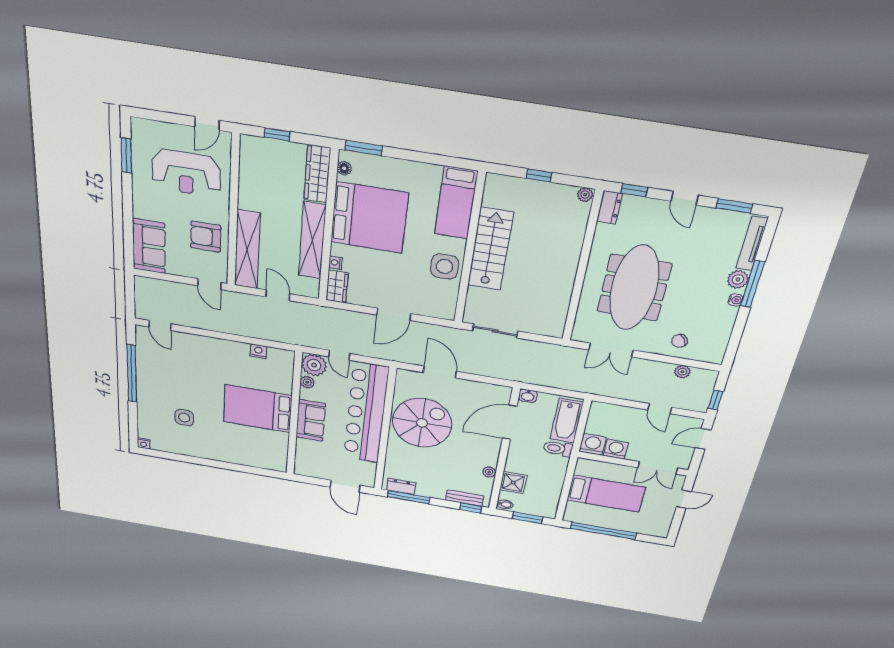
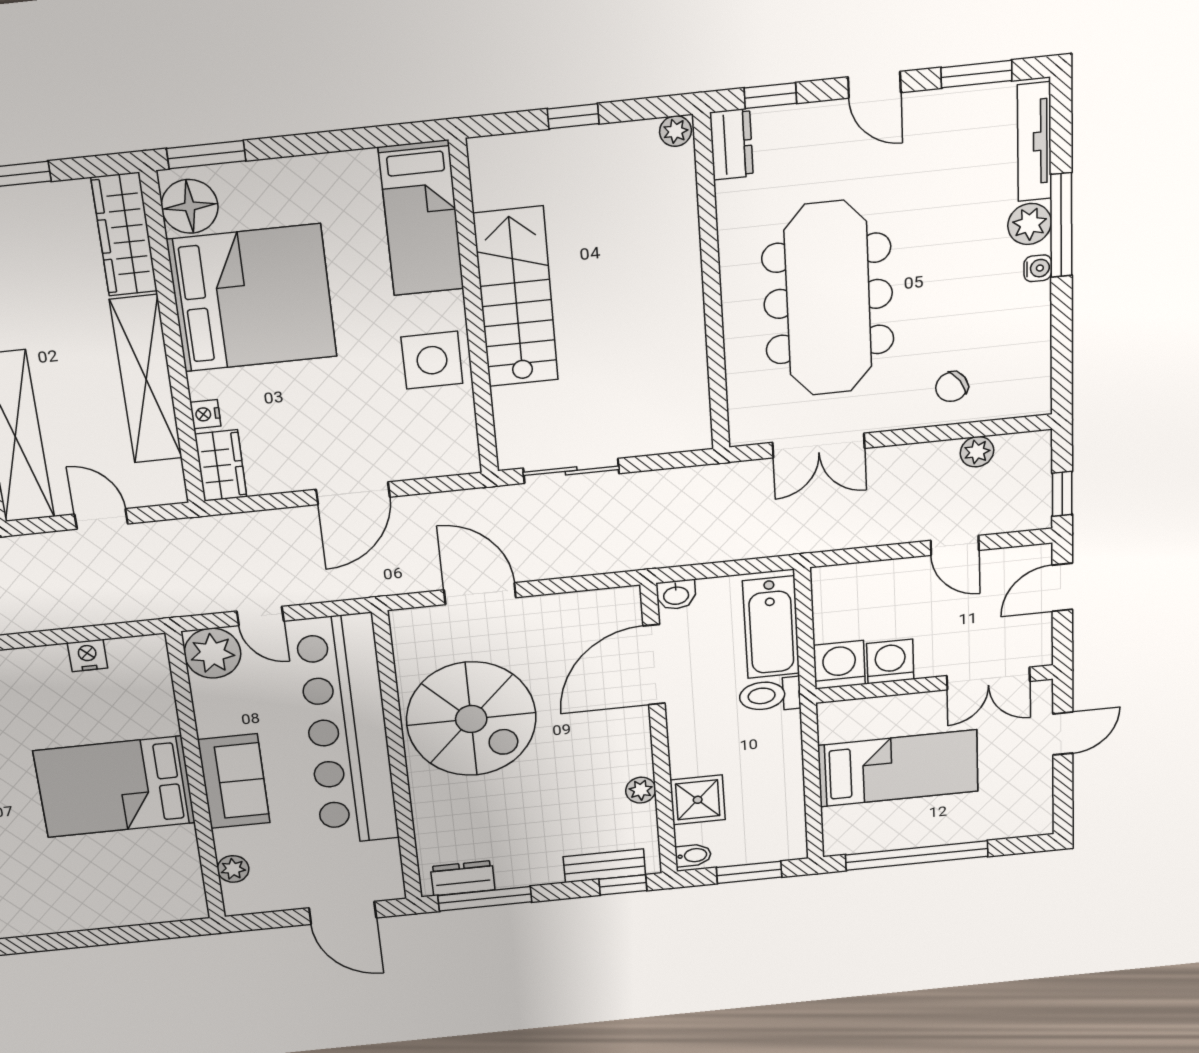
floor lamp: (344, 168) -> (190, 206), width x1.89, depth x1.89
plant: (307, 382) -> (233, 869), moved
spiral stairs: (422, 423) -> (471, 719), turned 90

